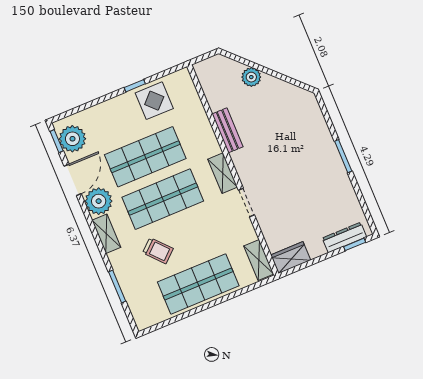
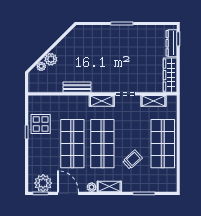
plant: (236, 68) -> (41, 66), added
plant: (99, 201) -> (92, 187), width x0.53, depth x0.53
wardrobe: (291, 258) -> (170, 75), width x1.50
shelving: (259, 260) -> (153, 101), moved

